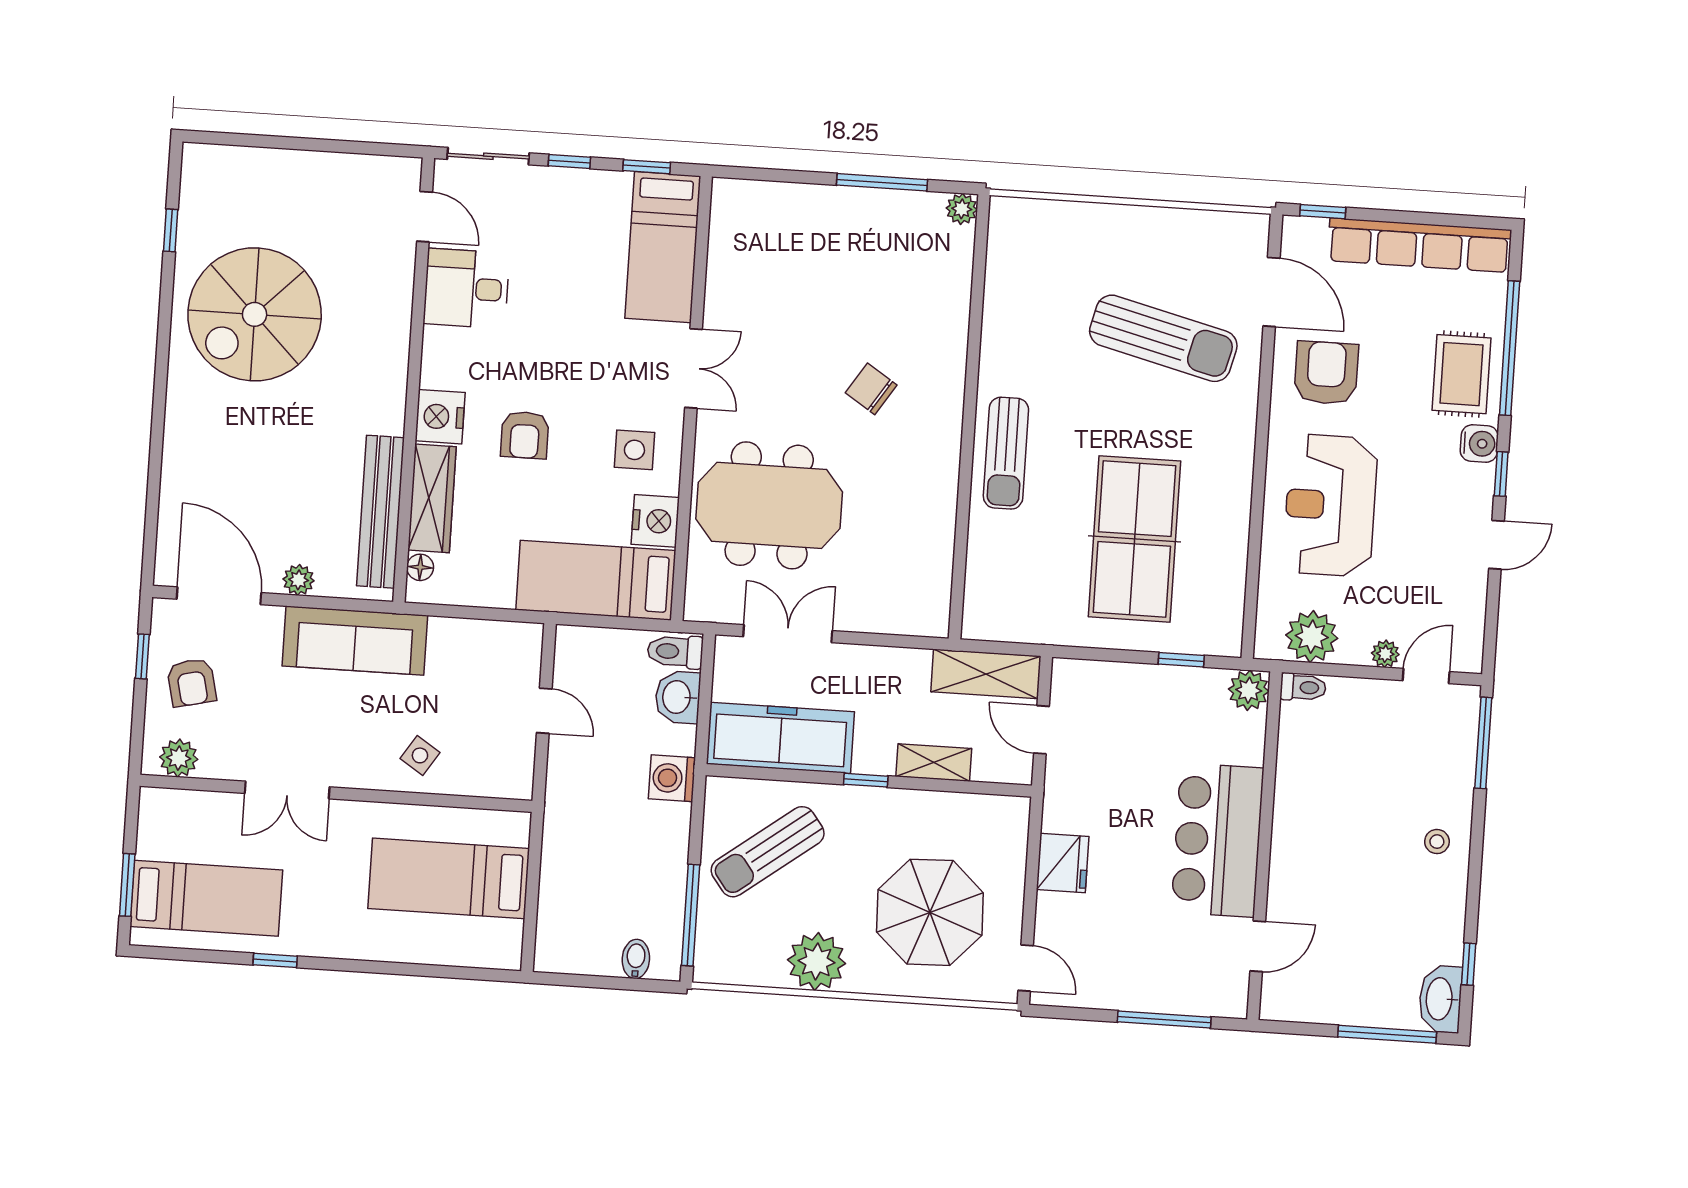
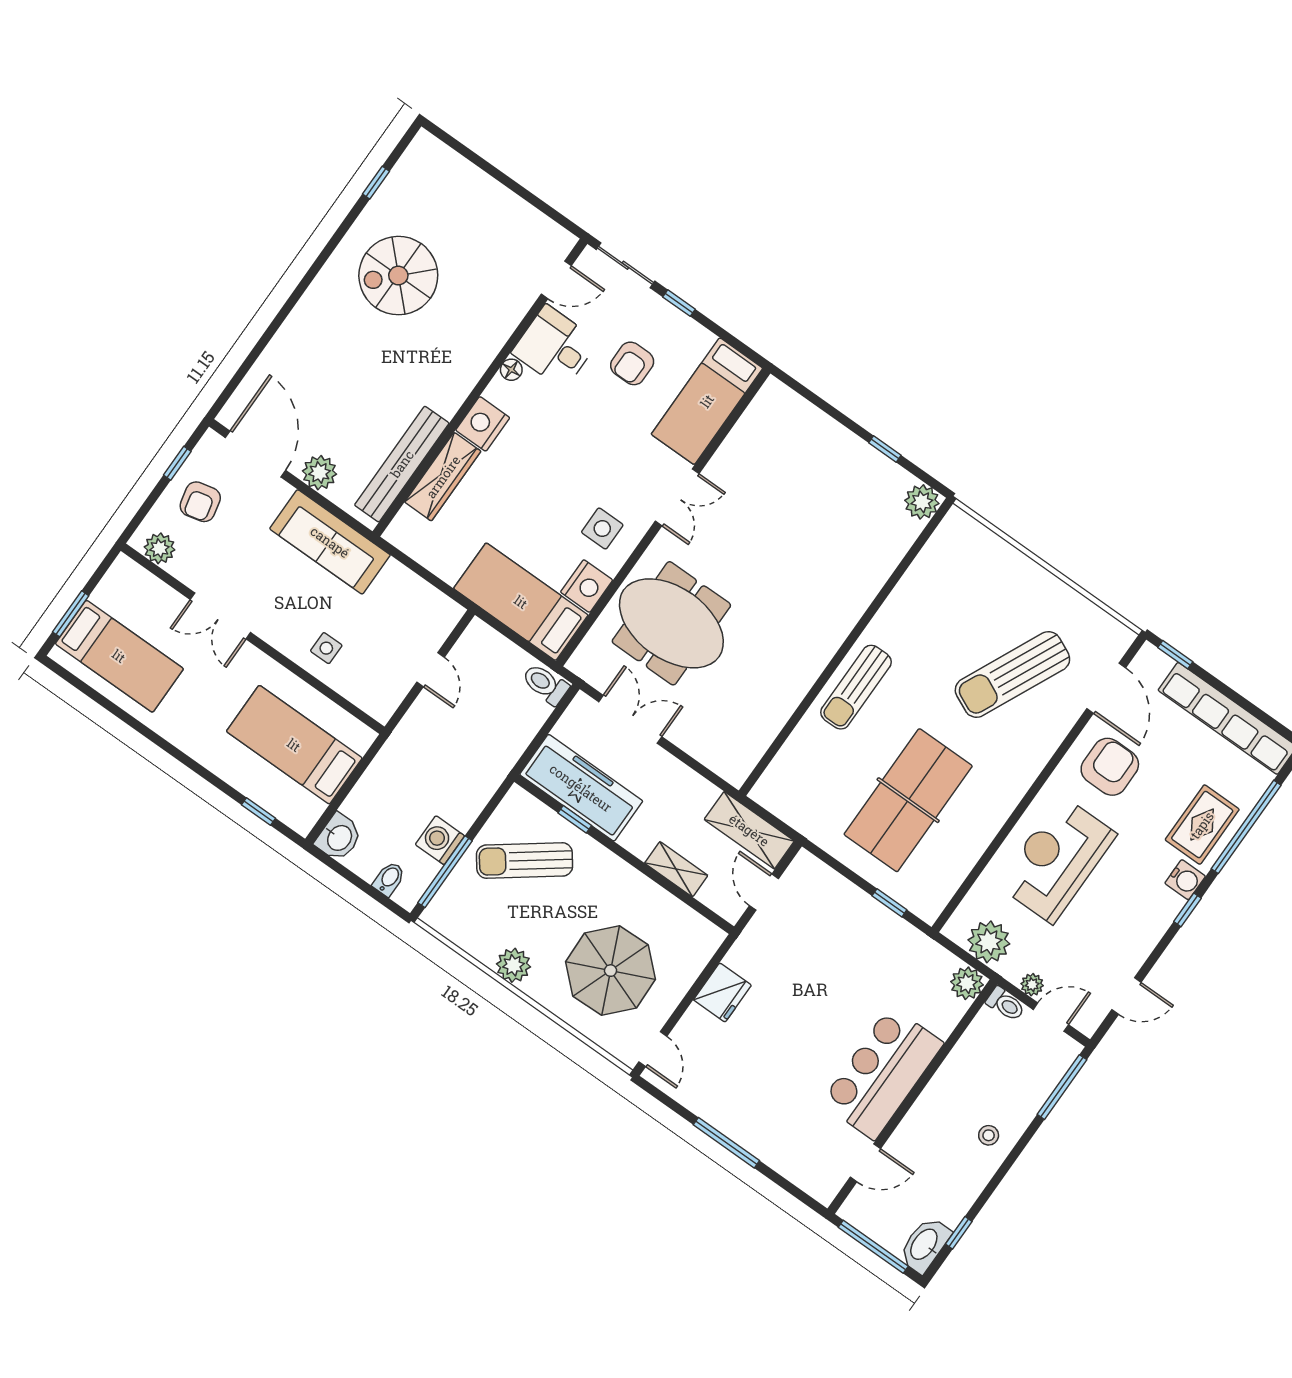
window: (647, 167) -> (730, 339), removed
window: (882, 182) -> (885, 449), width x0.46
plant: (962, 209) -> (922, 502), width x1.38, depth x1.38
door: (425, 217) -> (556, 280), hinge flipped
spiral stairs: (255, 314) -> (398, 276), width x0.73, depth x0.73
sun lounger: (1163, 338) -> (1012, 674), turned 101
chair: (871, 389) -> (790, 586), removed
armchair: (525, 435) -> (632, 363), moved
door: (1496, 545) -> (1126, 996), moved
floor lamp: (420, 567) -> (511, 370), moved
plant: (299, 580) -> (320, 473), width x1.38, depth x1.38
toilet: (1303, 687) -> (1005, 1004), moved
plant: (1249, 690) -> (967, 983), moved
washbasin: (678, 697) -> (339, 837), moved, turned 180
side table: (420, 755) -> (326, 648), turned -33
washing machine: (672, 778) -> (440, 840), moved
window: (866, 780) -> (575, 819), moved
bar counter: (1217, 840) -> (882, 1073), moved
wall: (1264, 846) -> (912, 1097), moved
door: (1258, 946) -> (865, 1163), moved
window: (275, 960) -> (258, 811), moved
plant: (817, 962) -> (513, 965), width x0.73, depth x0.73

